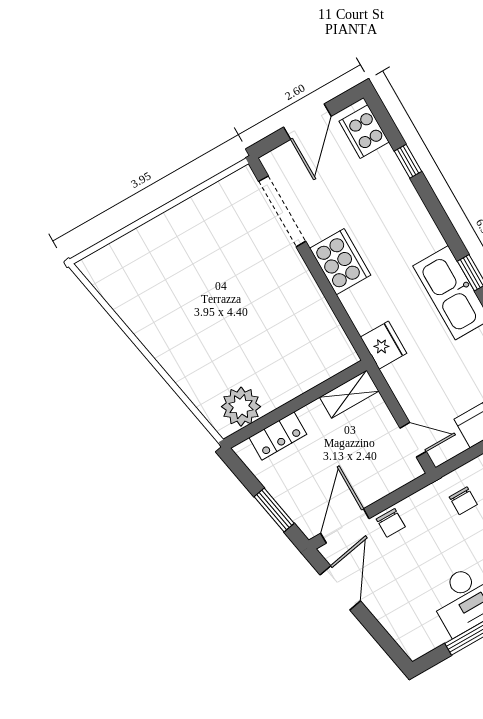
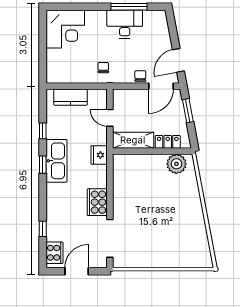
shelving: (349, 394) -> (133, 140), width x1.50, depth x1.33
door: (413, 440) -> (110, 118), moved

